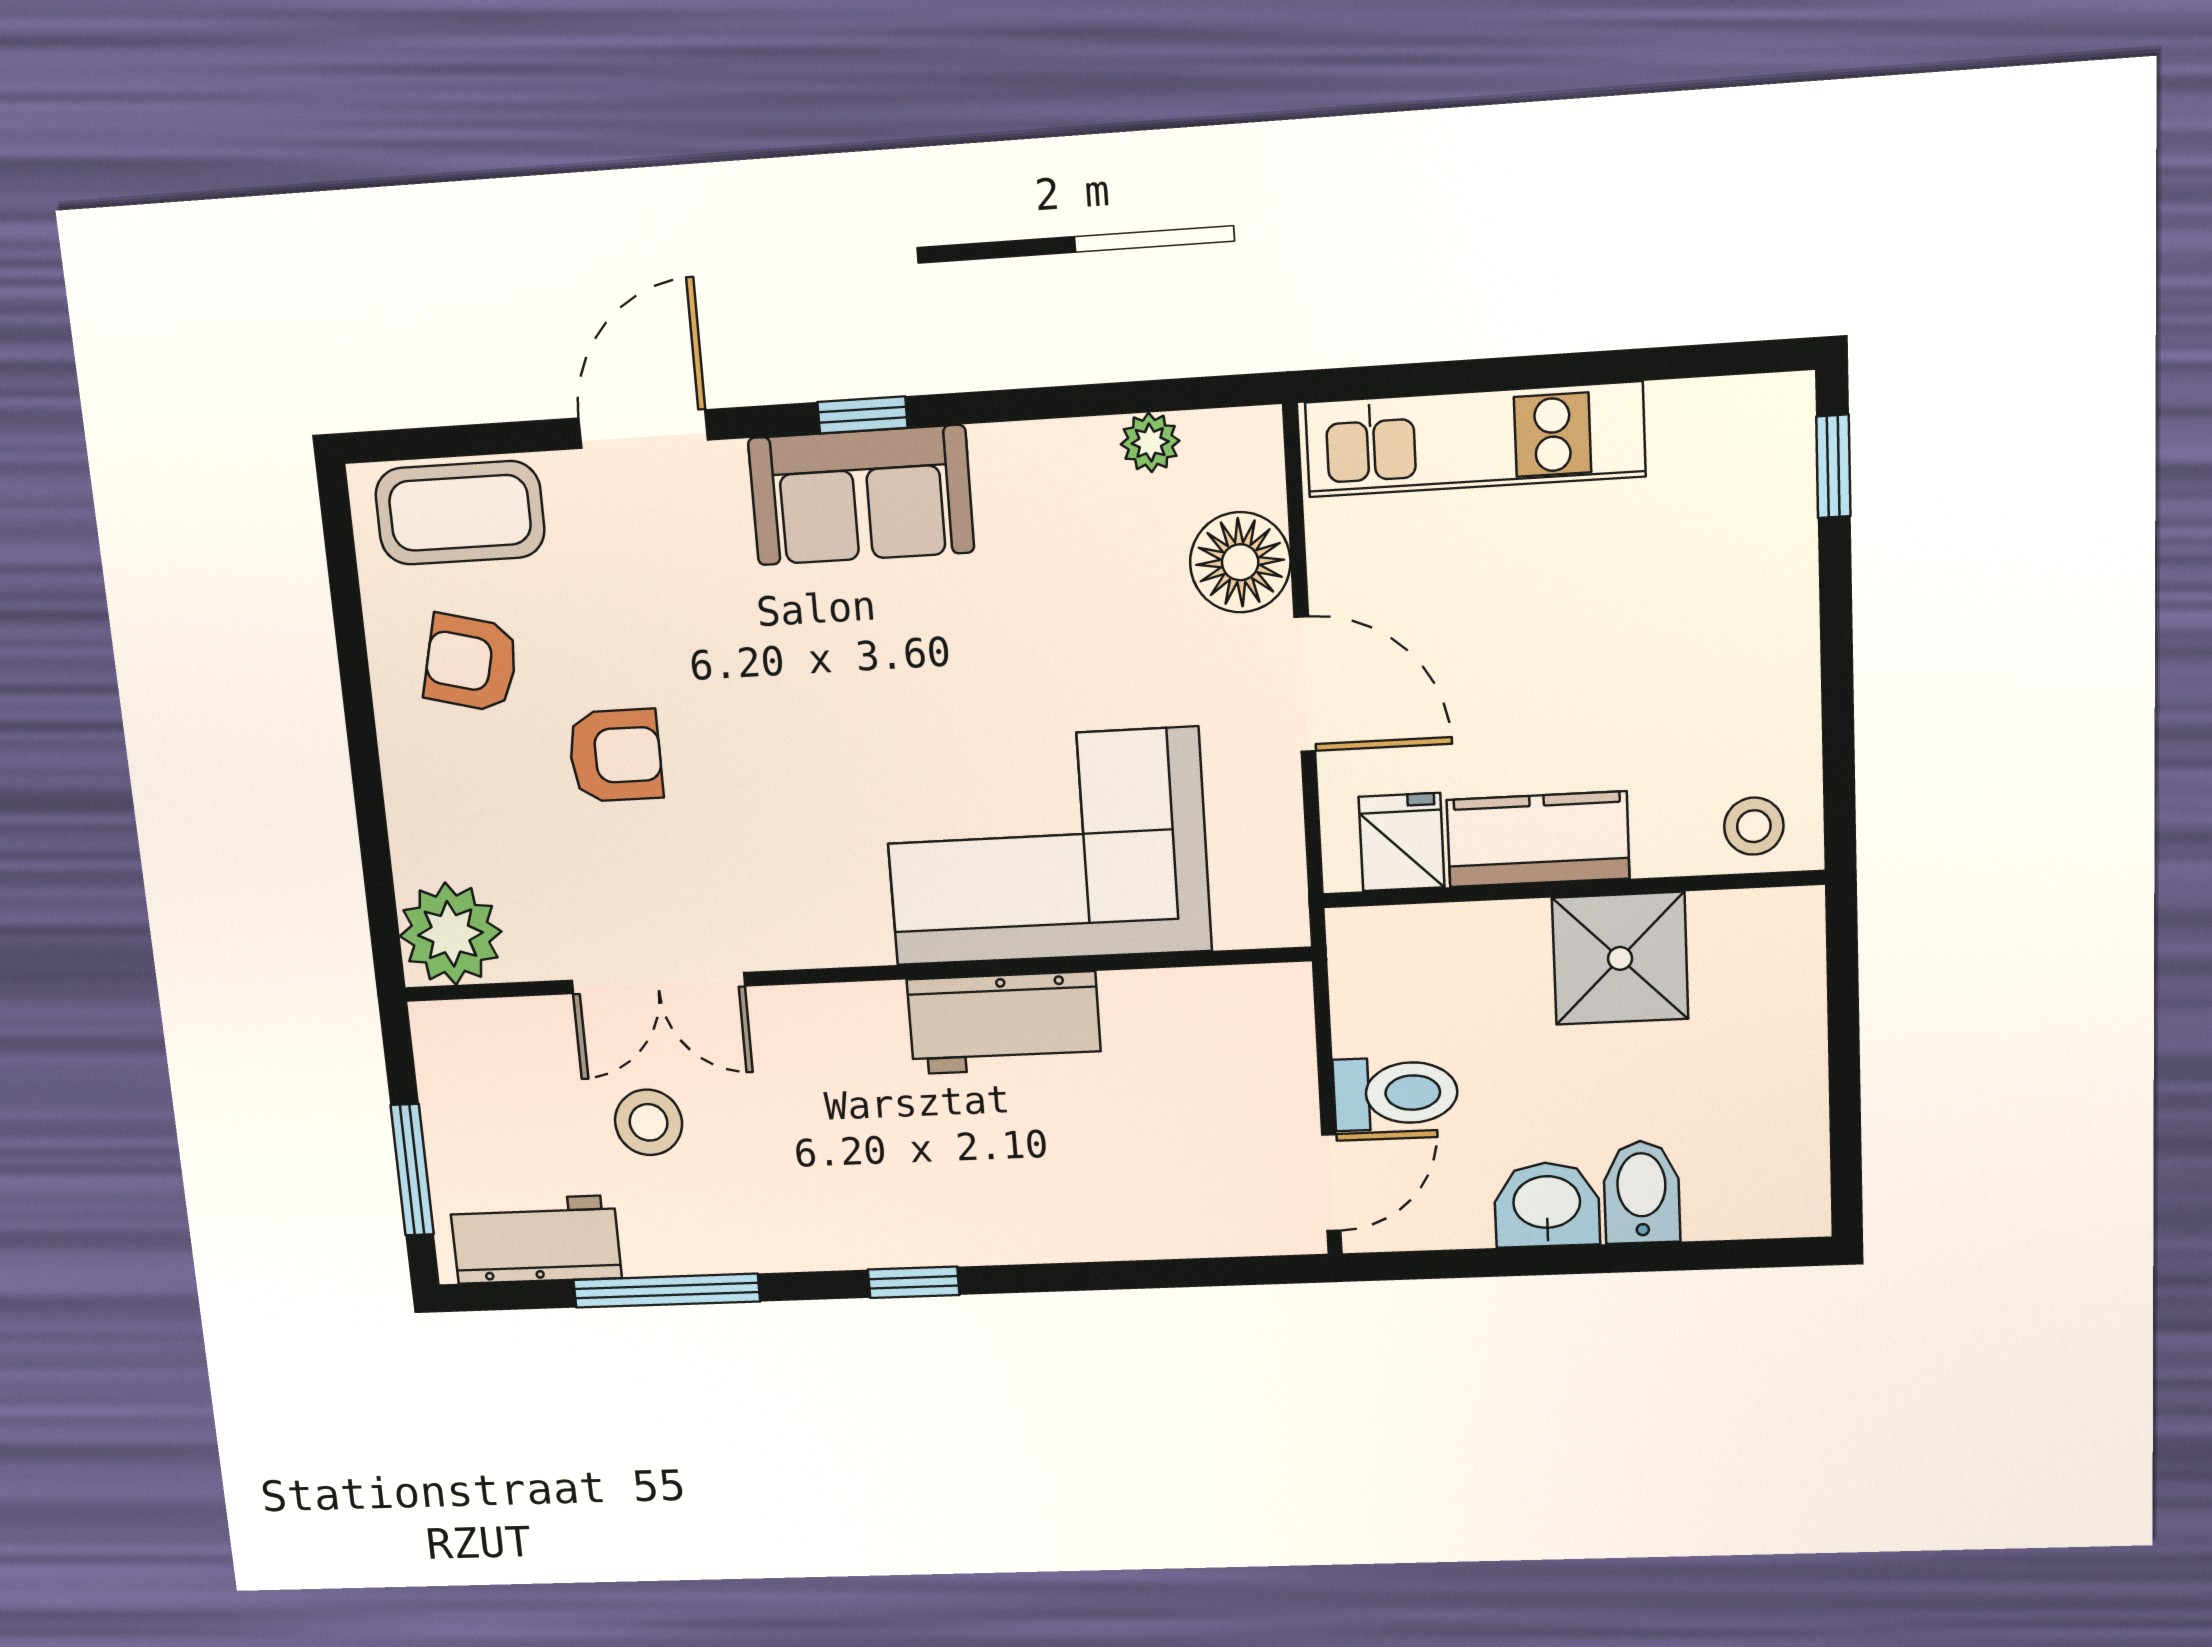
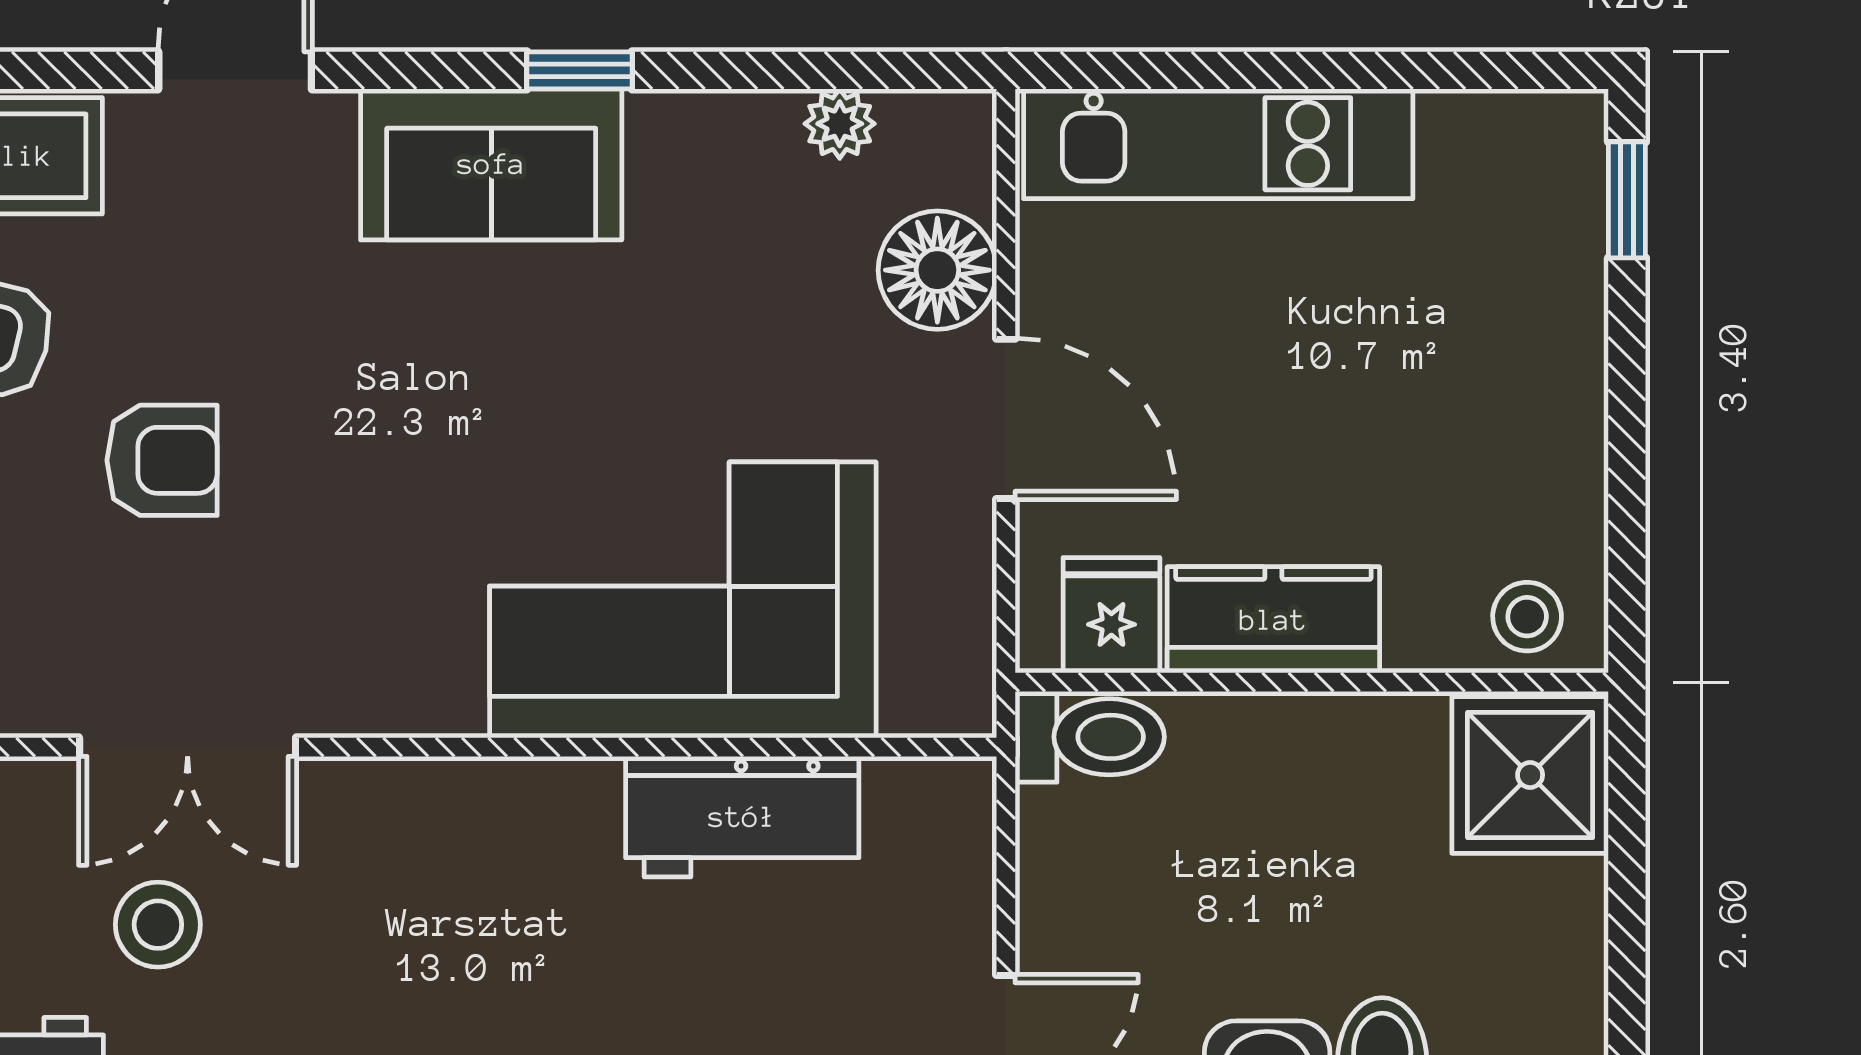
window: (863, 415) -> (579, 70), moved
shower: (1620, 958) -> (1530, 775), moved
workbench: (1004, 1023) -> (742, 817), moved
toilet: (1396, 1093) -> (1090, 737), moved

